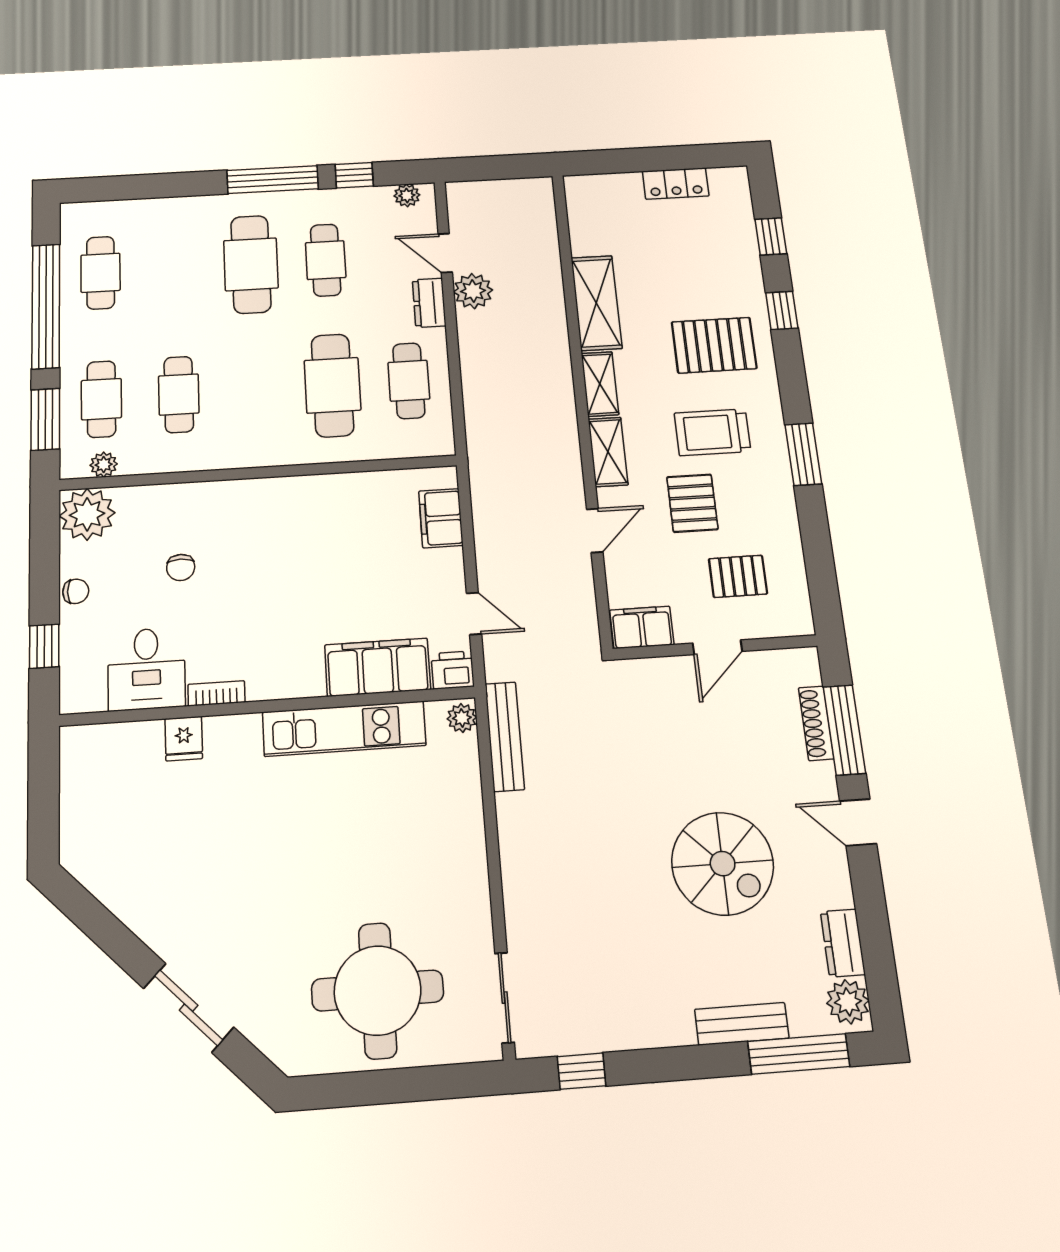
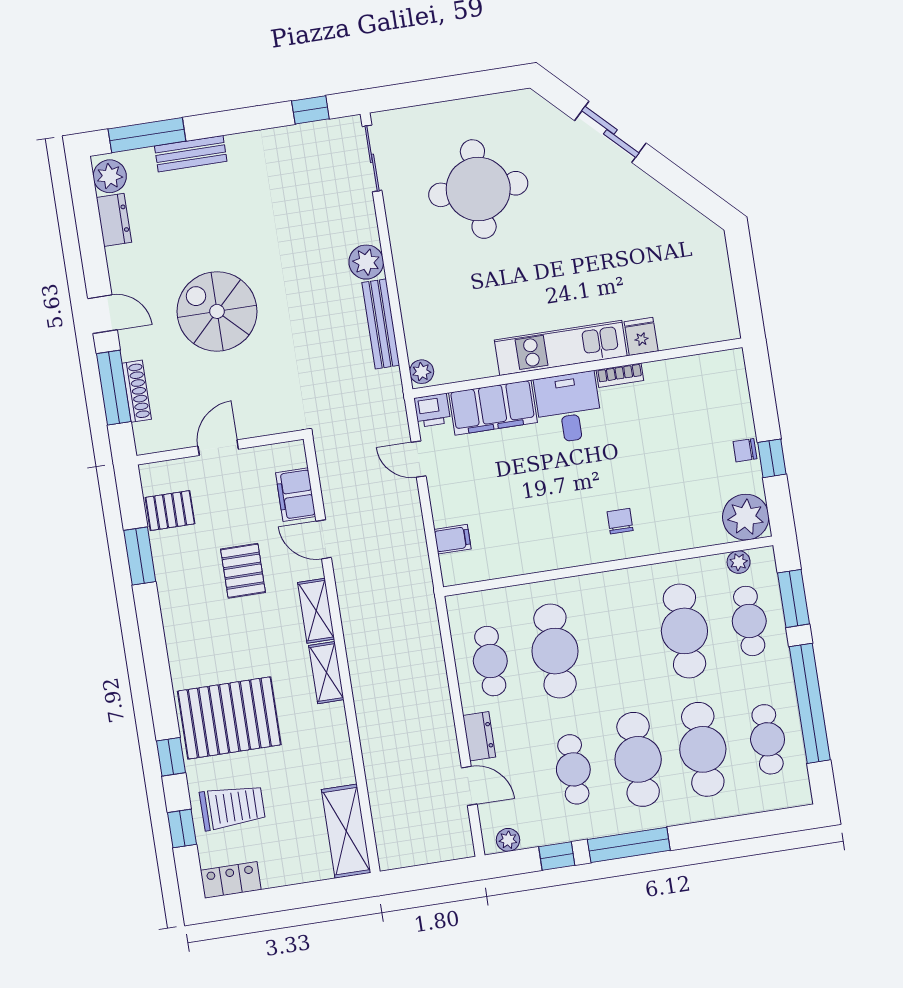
locker: (676, 184) -> (231, 880), moved
cafe table: (176, 268) -> (703, 749), added
plant: (473, 291) -> (366, 262), moved
shelving: (596, 303) -> (346, 831), moved
pallet: (714, 345) -> (229, 718), width x1.37, depth x1.41
cafe table: (179, 394) -> (684, 631), width x1.37, depth x1.35
trolley: (712, 432) -> (232, 807), moved
window: (803, 454) -> (140, 556), moved
filing cabinet: (441, 518) -> (452, 539), width x0.50
door: (595, 531) -> (324, 539), hinge flipped
chair: (181, 567) -> (620, 521), moved
pallet: (738, 576) -> (170, 511), moved
filing cabinet: (642, 627) -> (296, 495), moved, turned 90
window: (44, 646) -> (772, 458), moved
desk: (146, 669) -> (569, 408), moved
kitchen unit: (344, 729) -> (561, 348), moved
bench: (505, 736) -> (381, 324), moved
spiral stairs: (723, 864) -> (217, 311), moved
round table: (378, 990) -> (478, 189), moved

